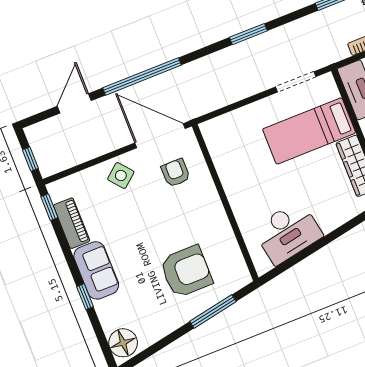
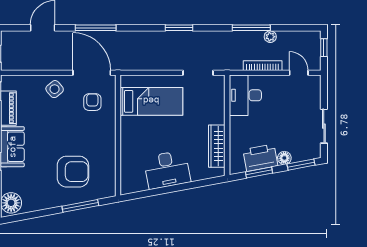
window: (142, 76) -> (96, 28), width x0.68
bed: (309, 131) -> (151, 101), moved, turned 180
desk: (288, 232) -> (167, 170), moved

